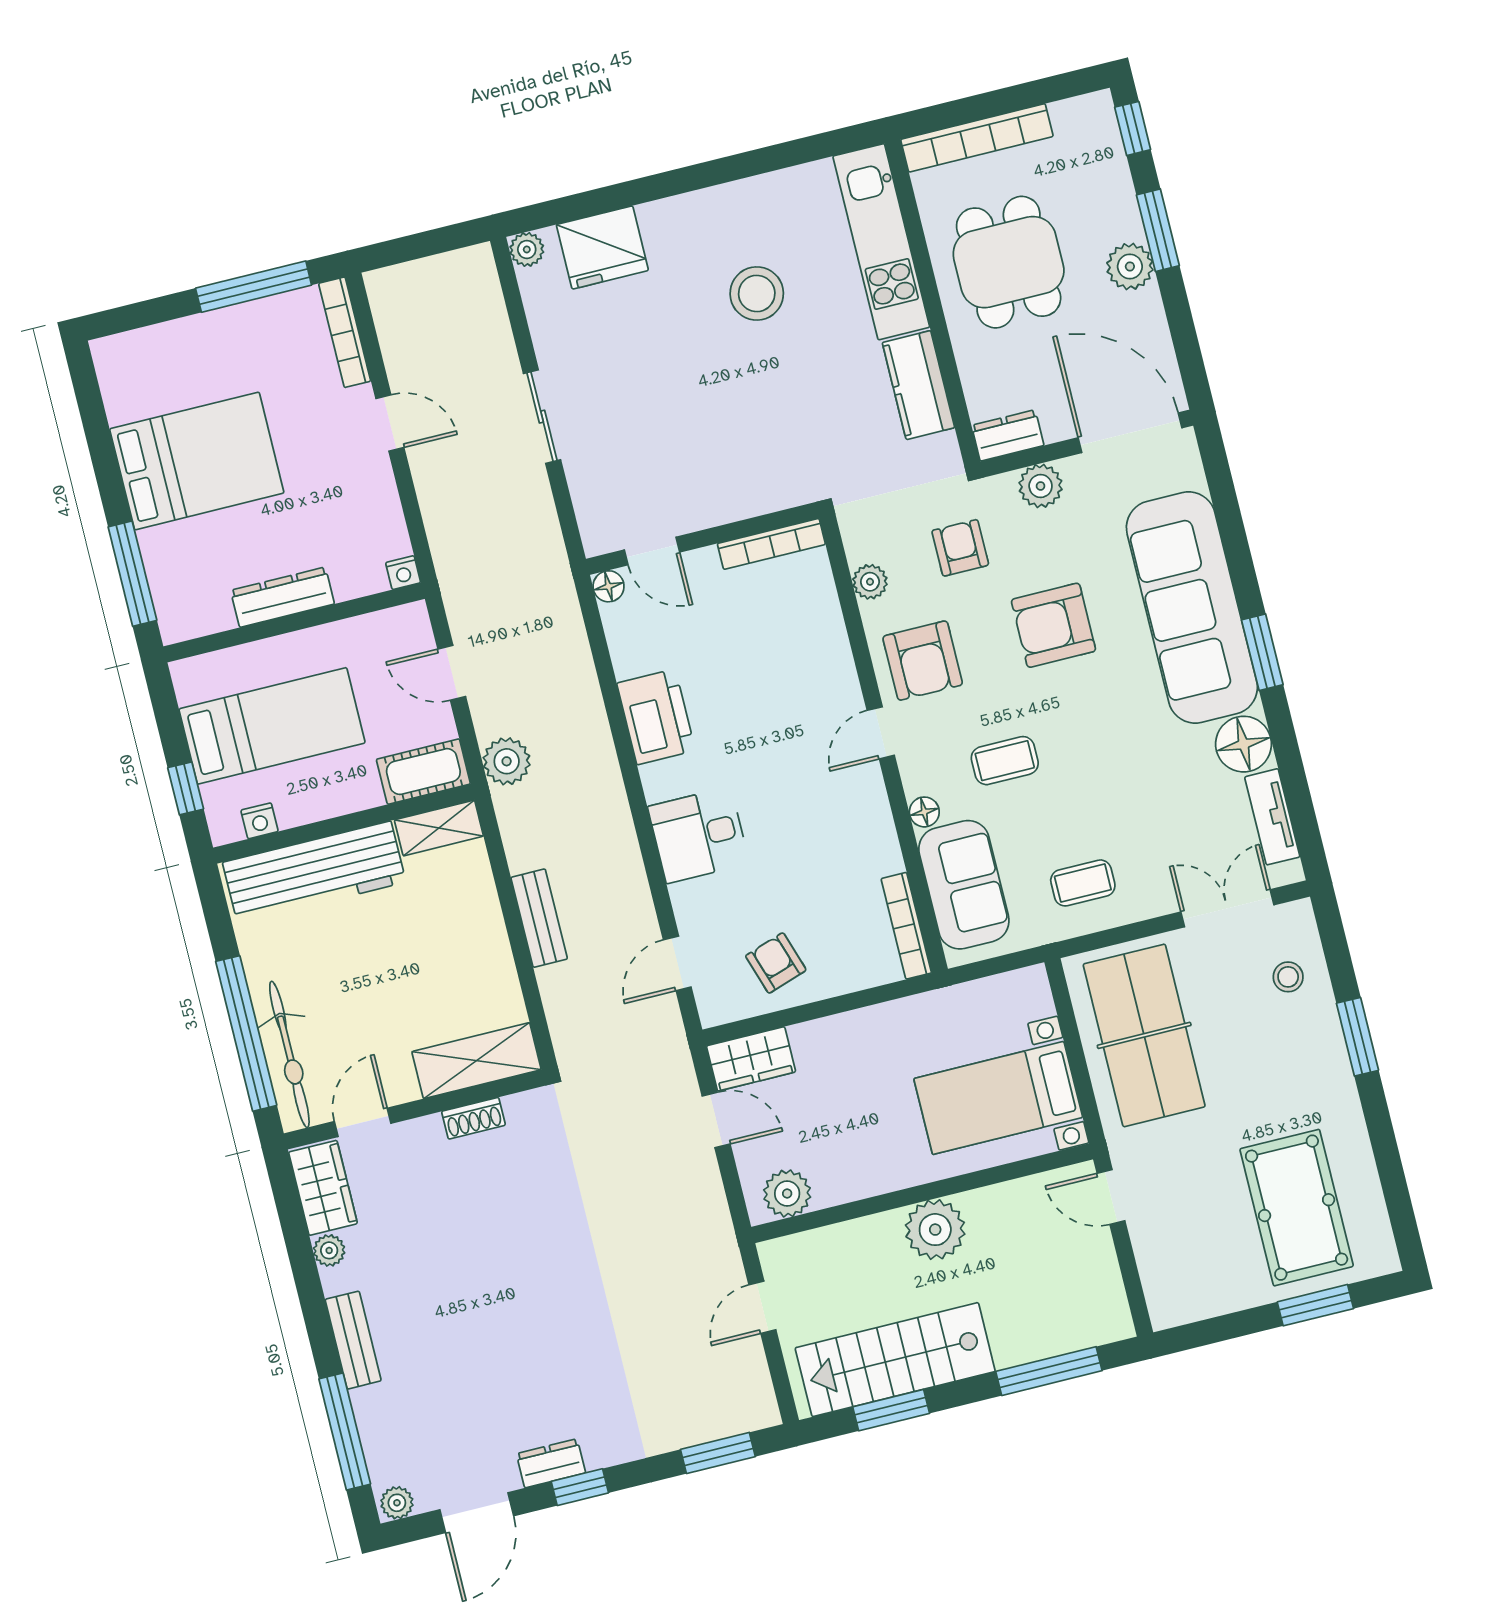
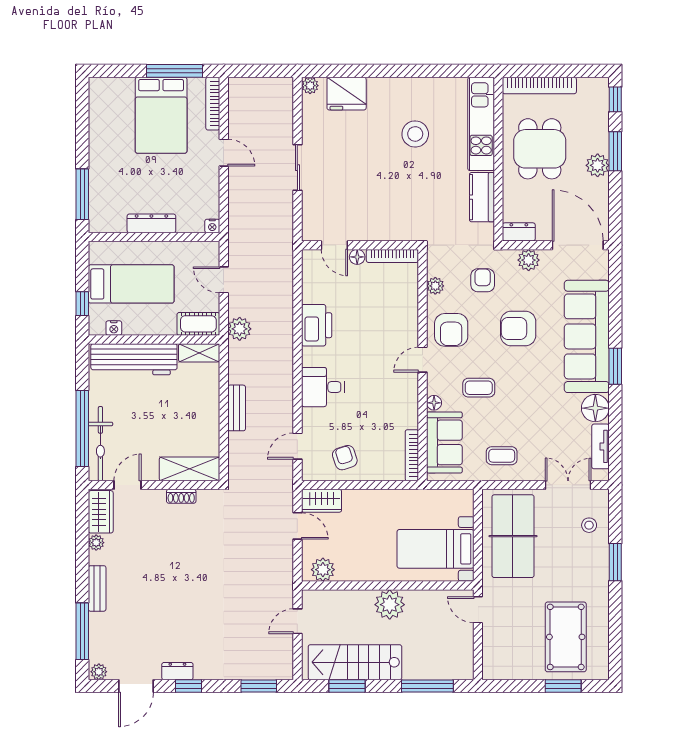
bed: (197, 461) -> (161, 115), moved, turned 90
floor lamp: (609, 586) -> (357, 257), moved

